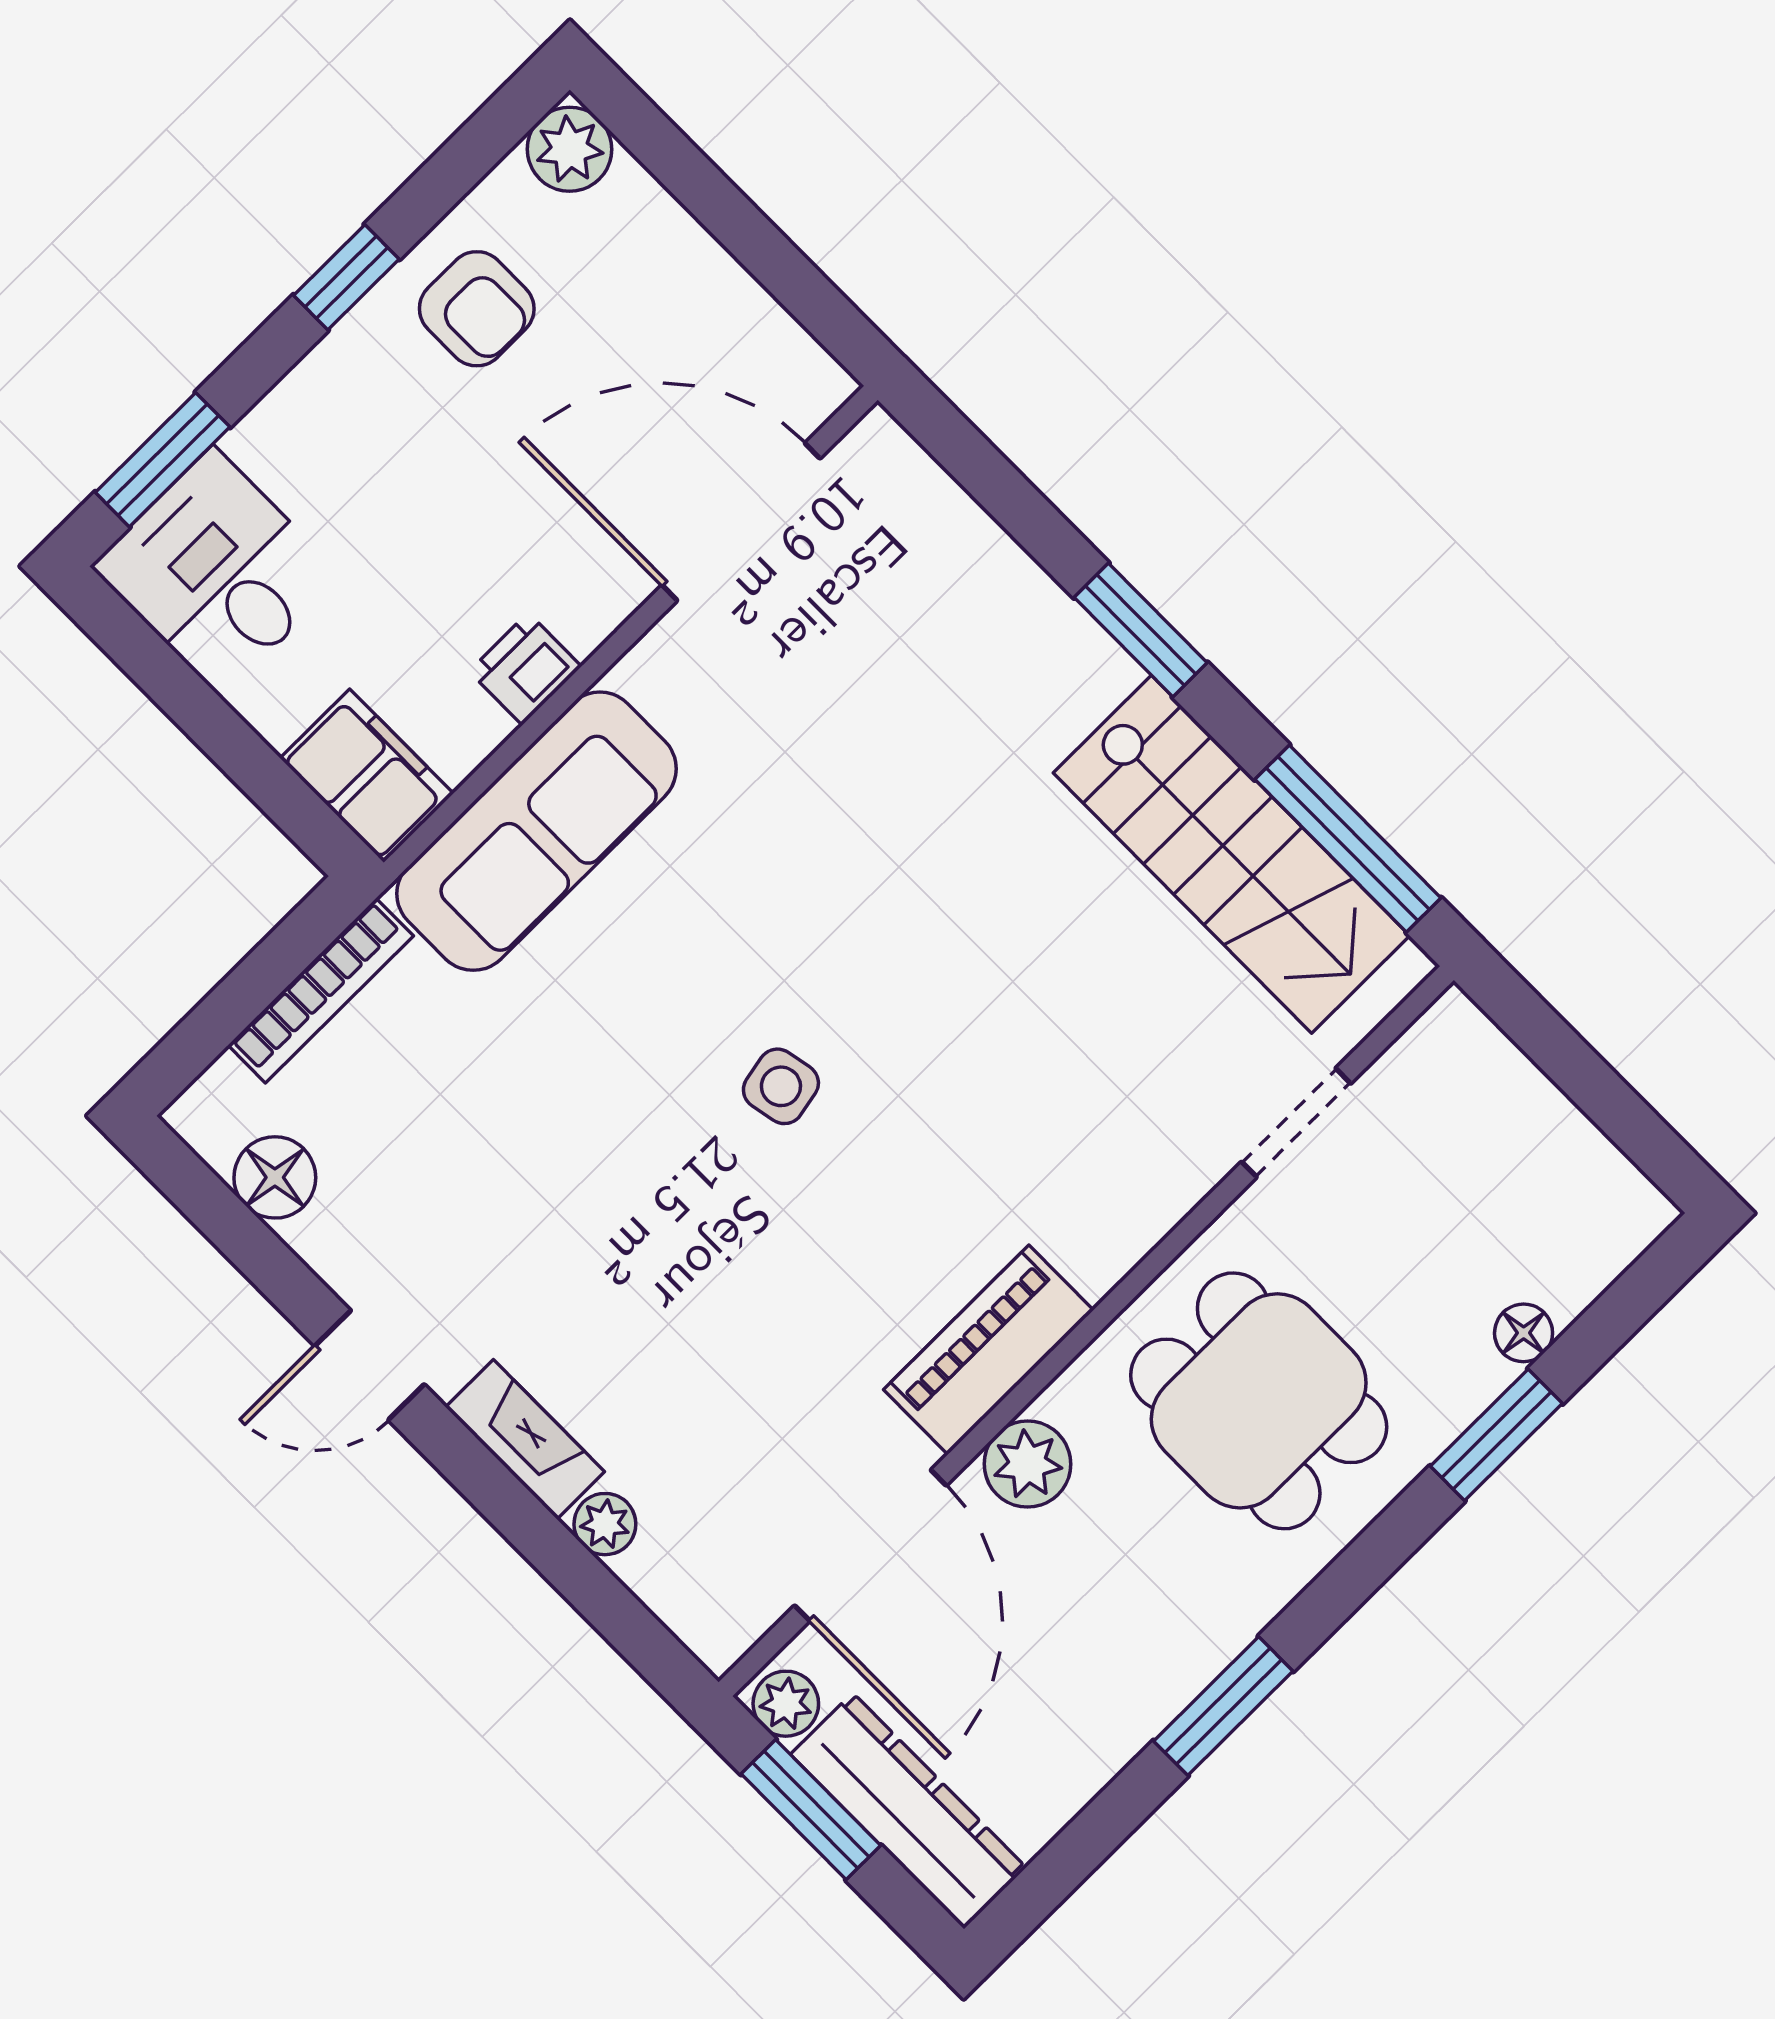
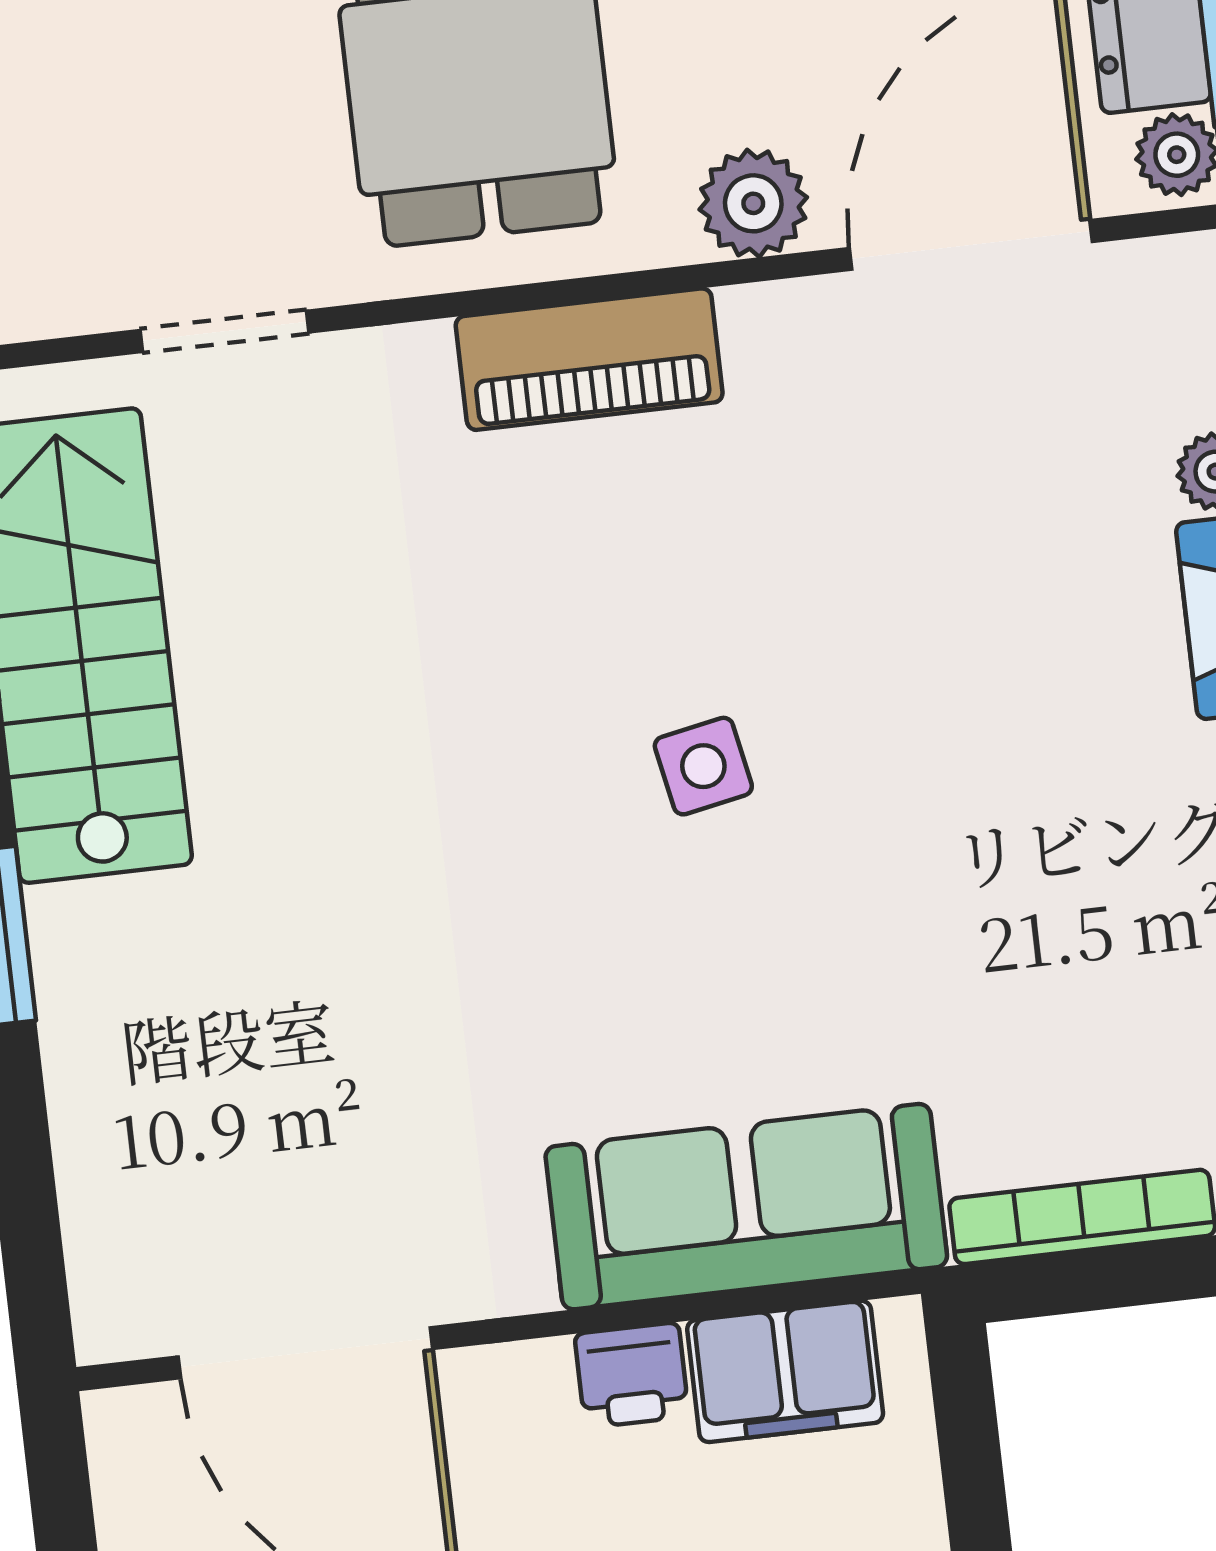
filing cabinet: (367, 776) -> (785, 1371), moved, turned -90
piano: (988, 1350) -> (589, 359), moved

